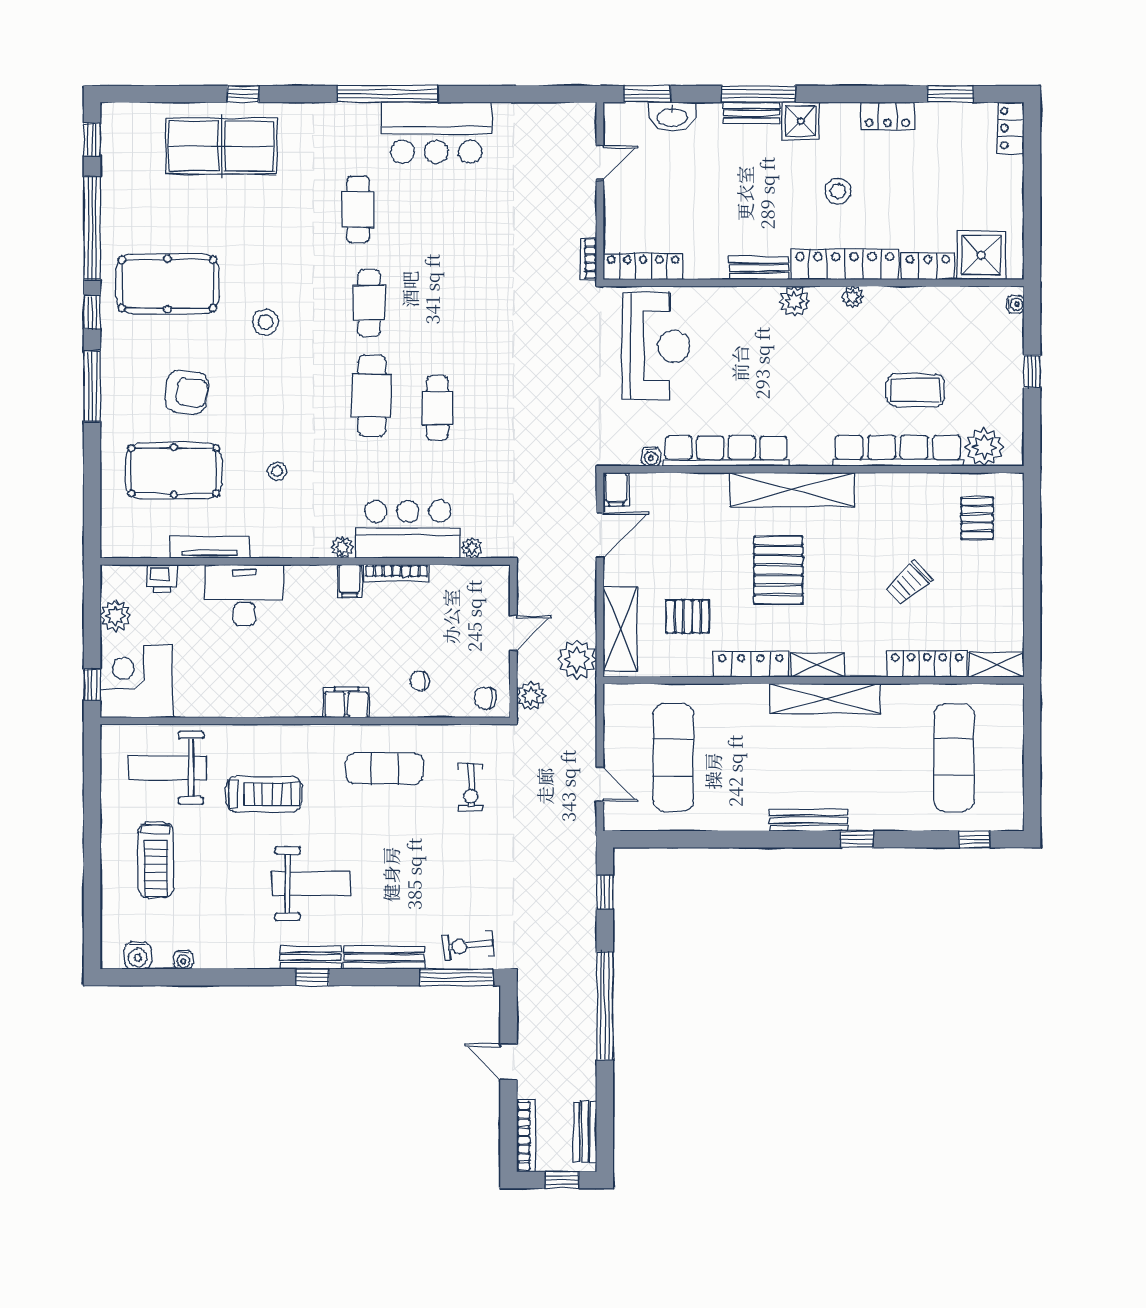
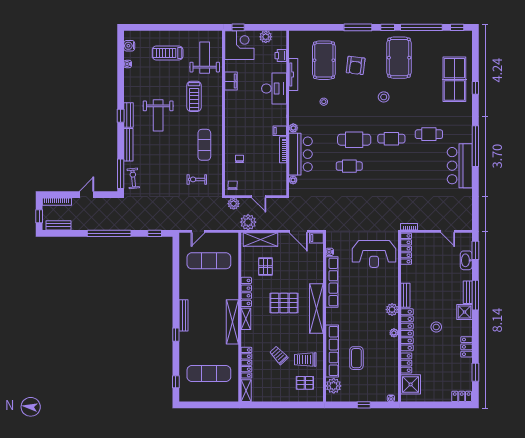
trolley: (919, 517) -> (305, 360), added
filing cabinet: (346, 702) -> (231, 81), moved

